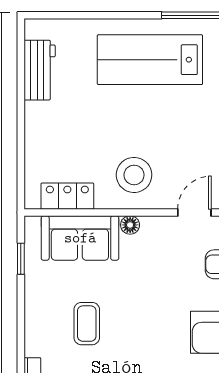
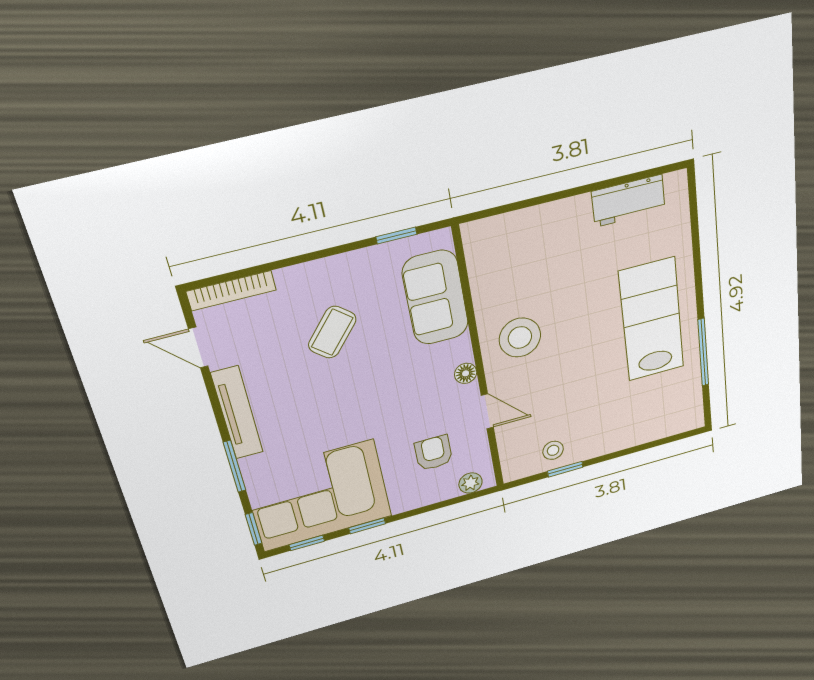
locker: (67, 196) -> (483, 270), removed
floor lamp: (130, 225) -> (466, 373), moved
coffee table: (87, 324) -> (332, 332), turned -50

